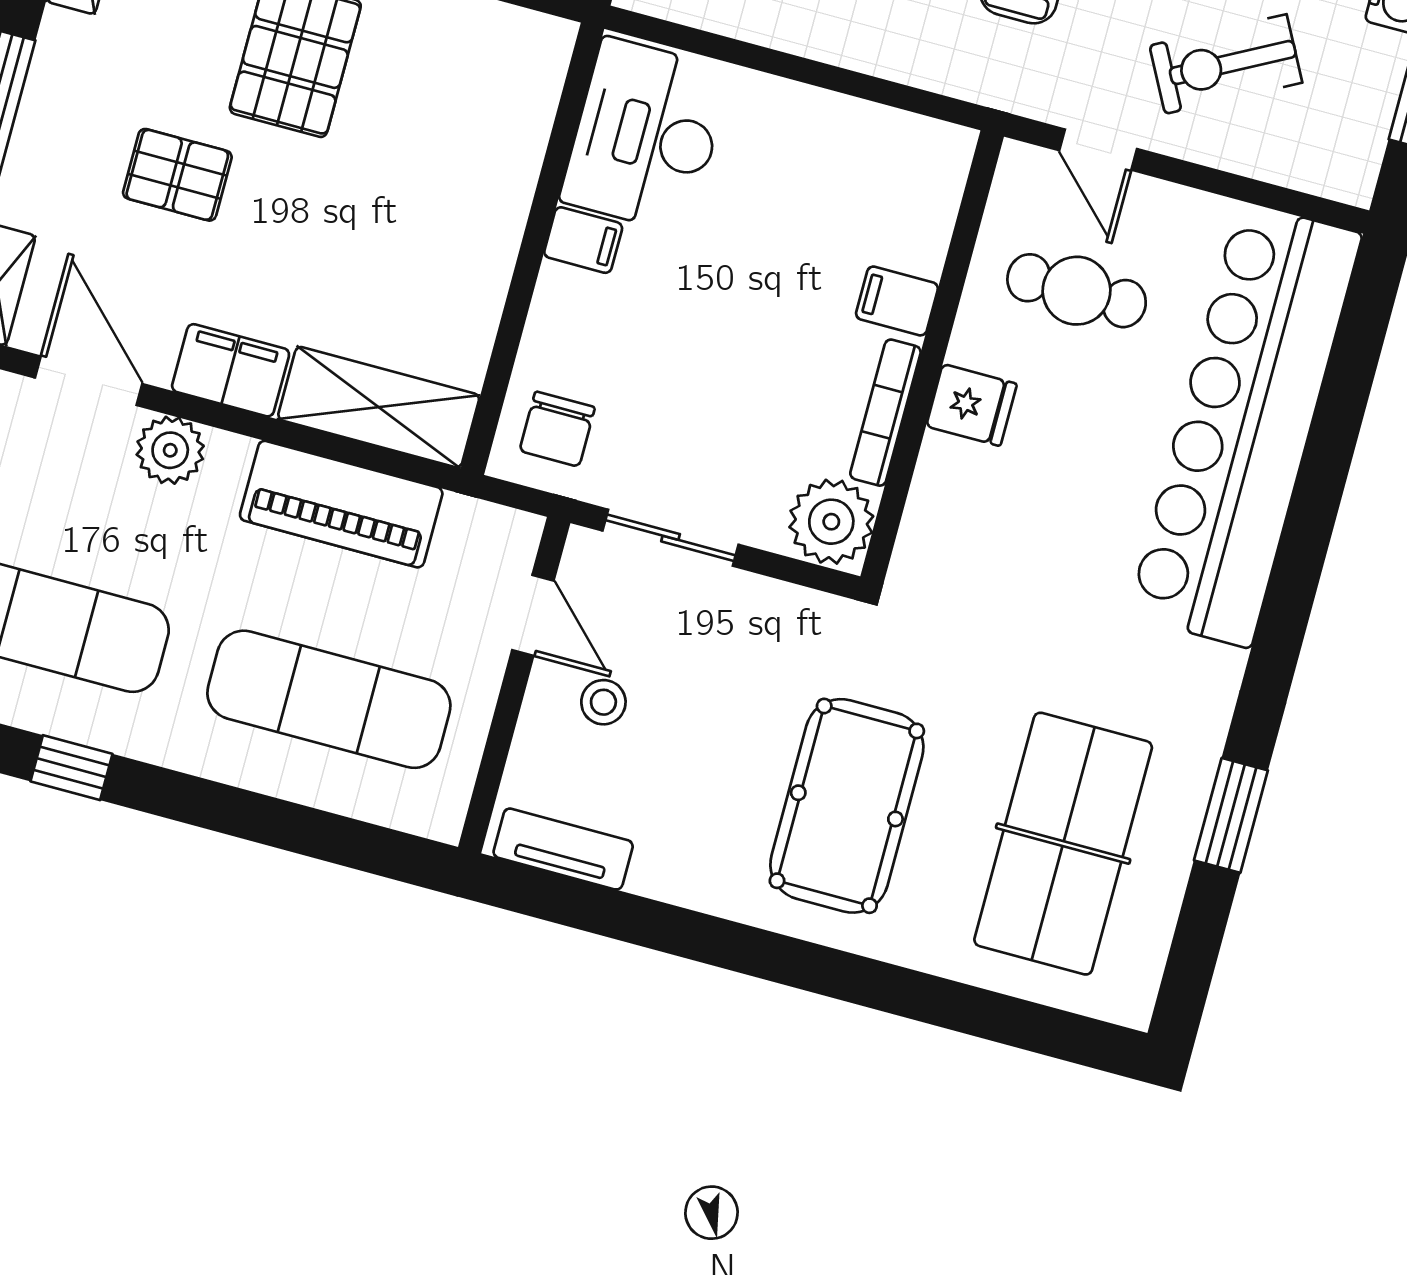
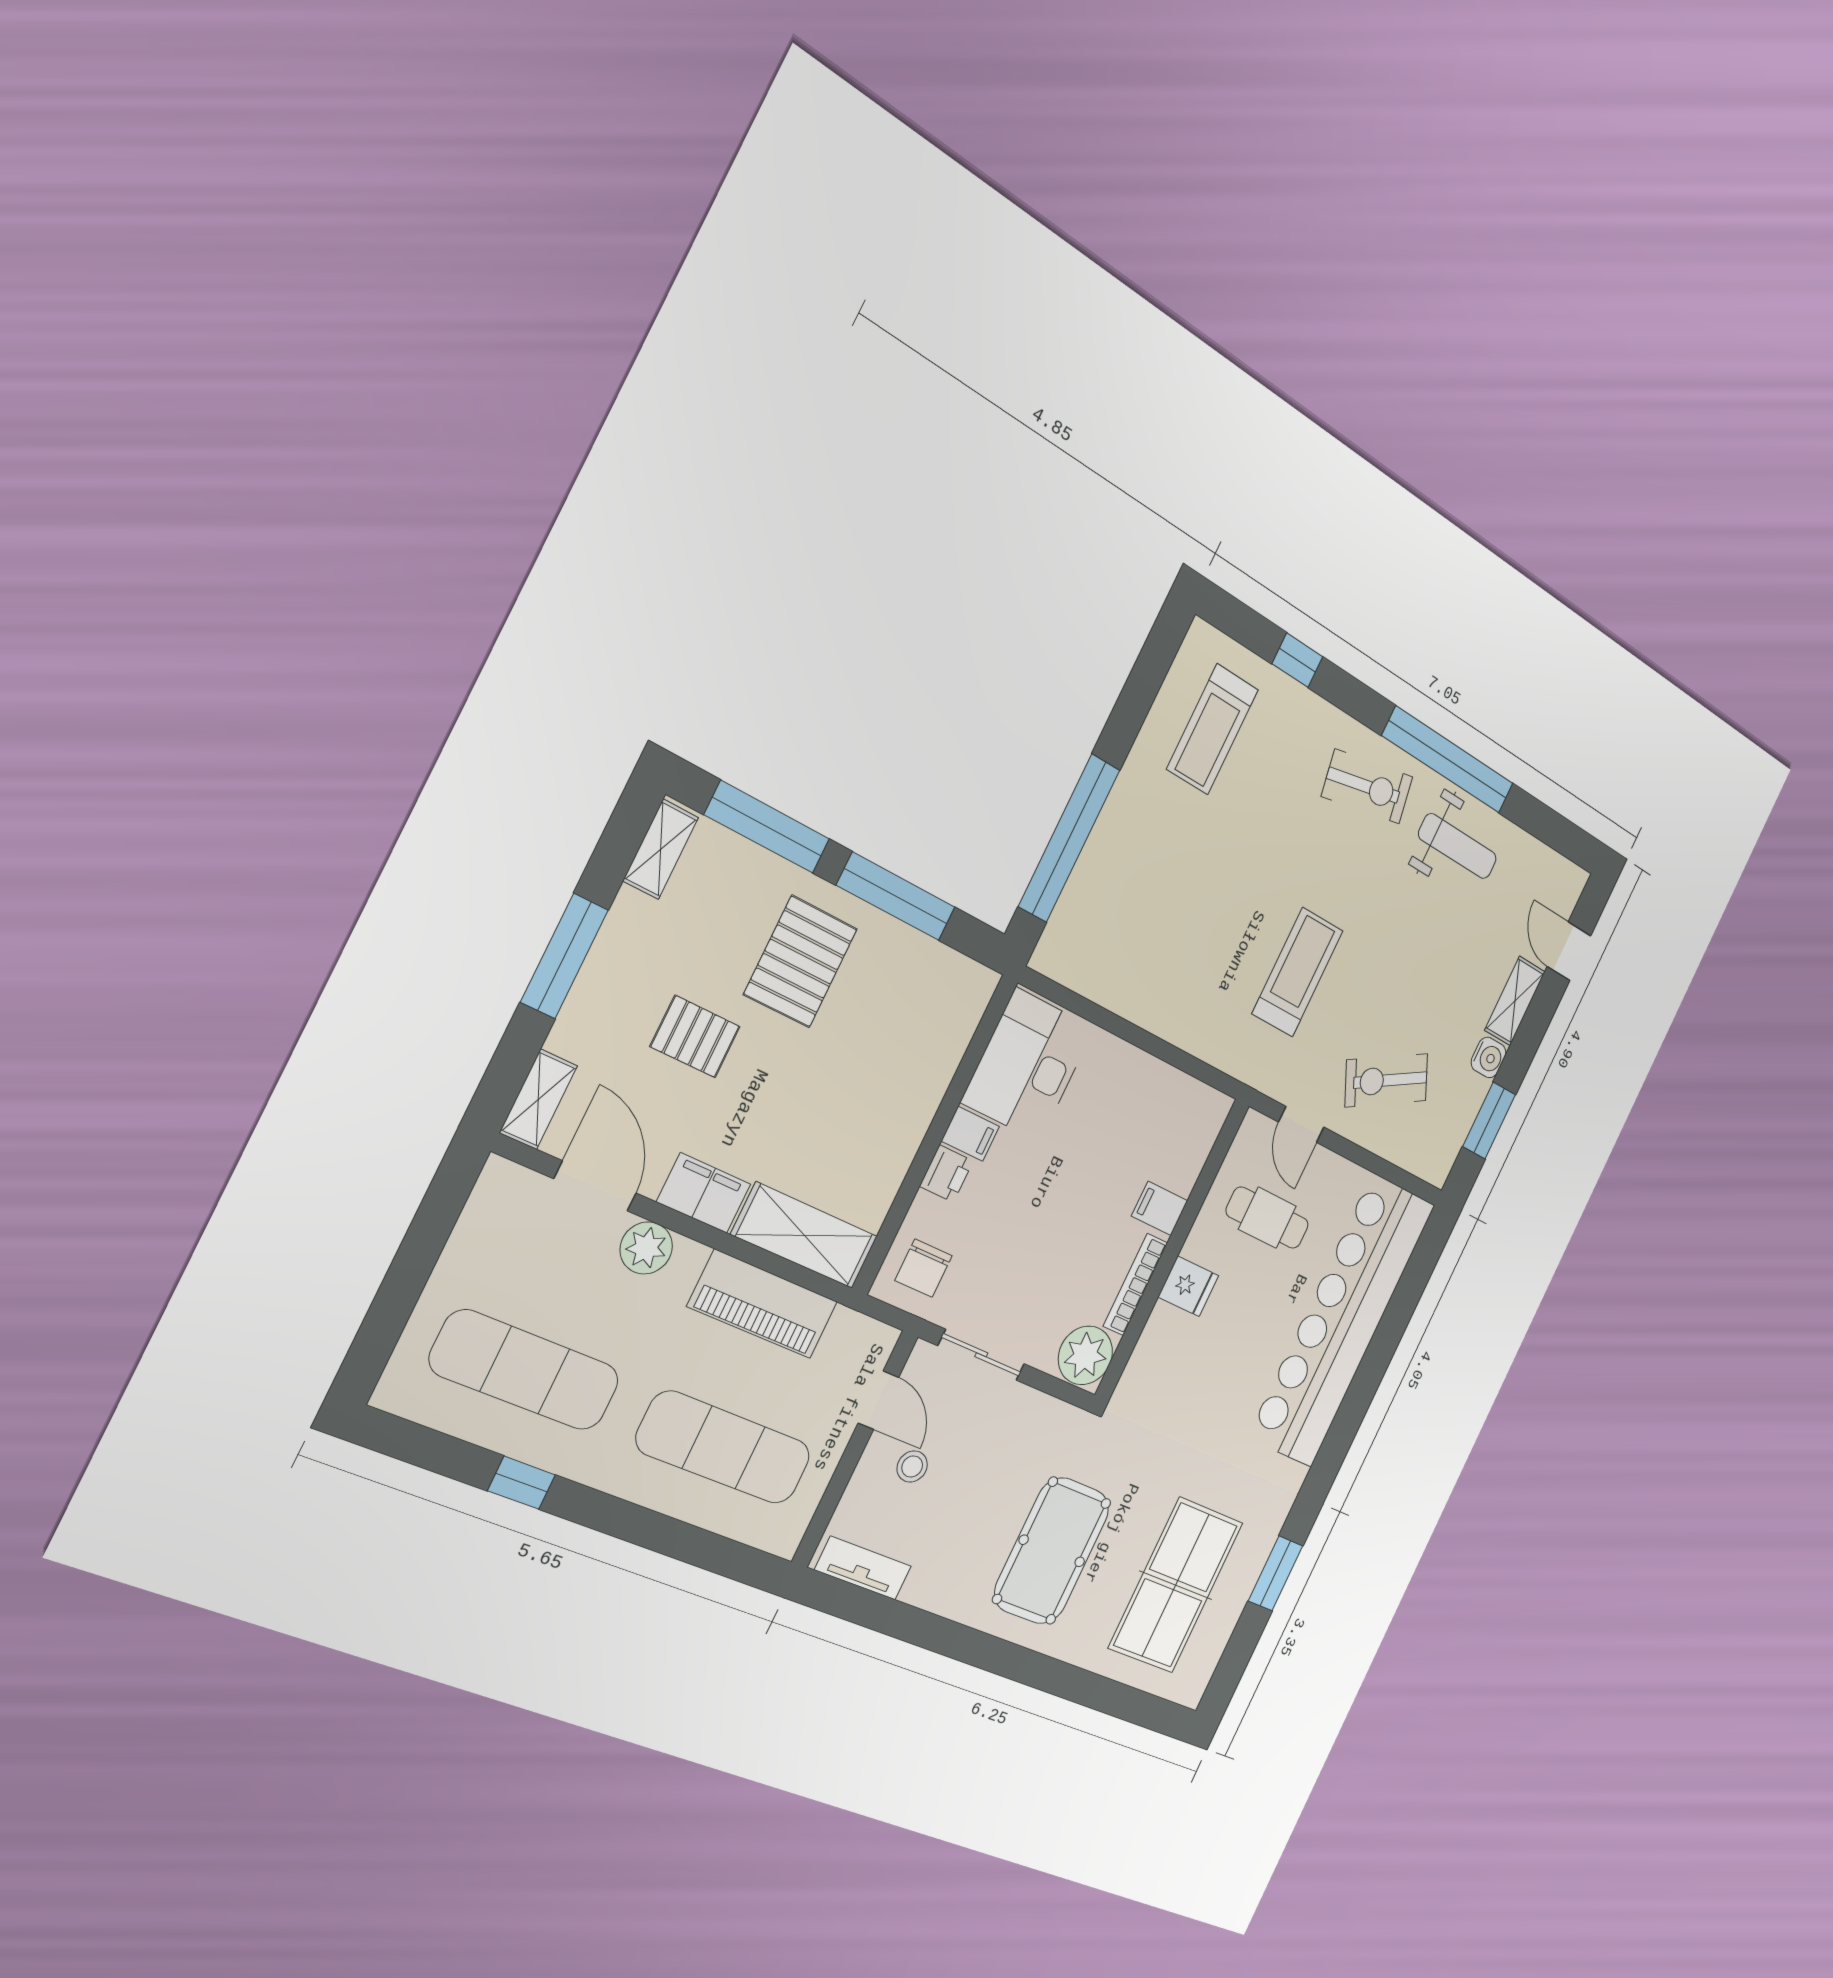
printer: (561, 298) -> (946, 1174), added

